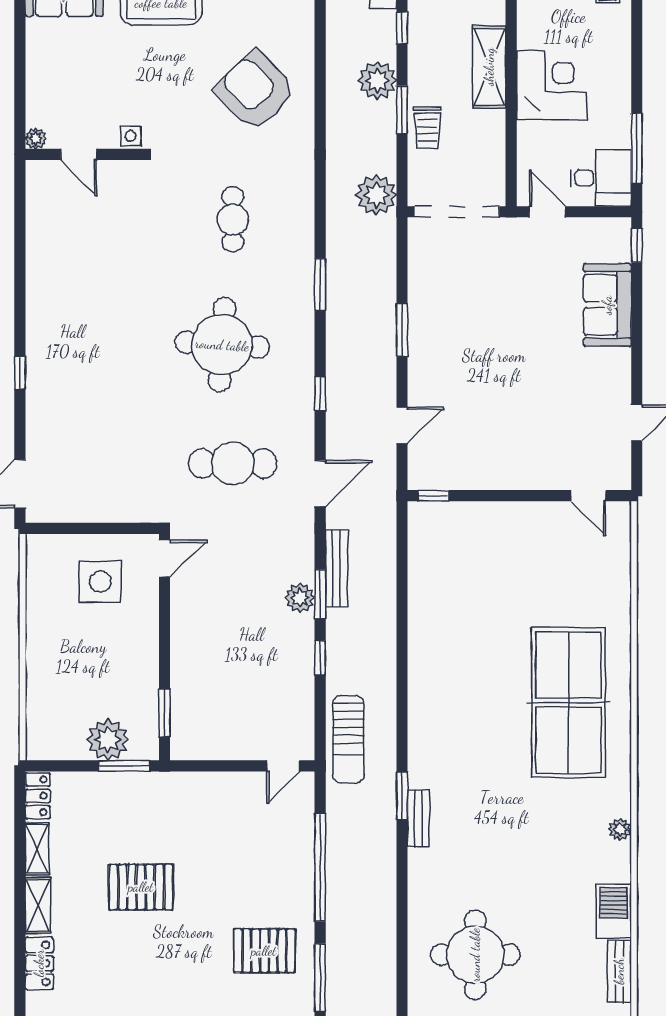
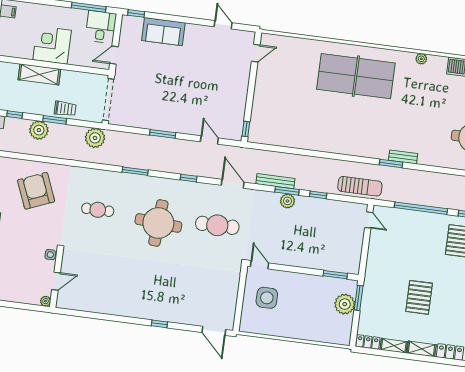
armchair: (255, 91) -> (36, 191), turned 112
cafe table: (233, 463) -> (217, 225), turned 90

